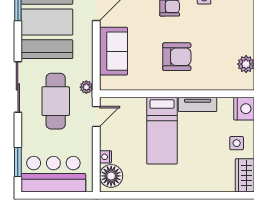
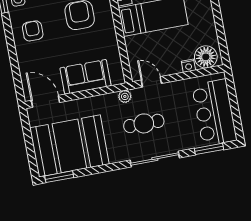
sliding door: (18, 87) -> (155, 159), moved
cafe table: (56, 101) -> (144, 123), width x0.73, depth x0.74

